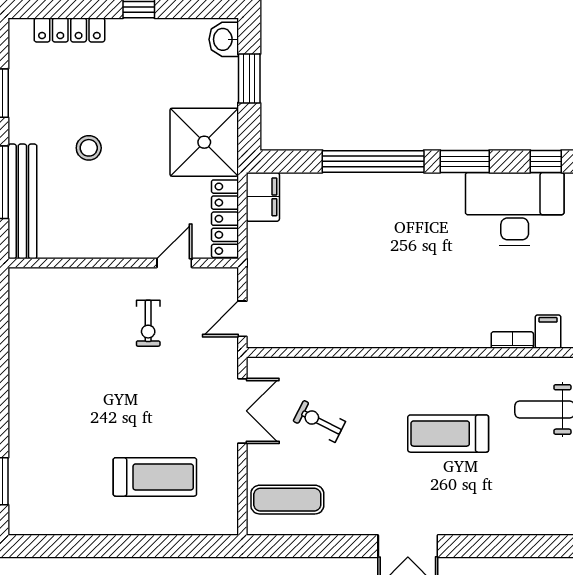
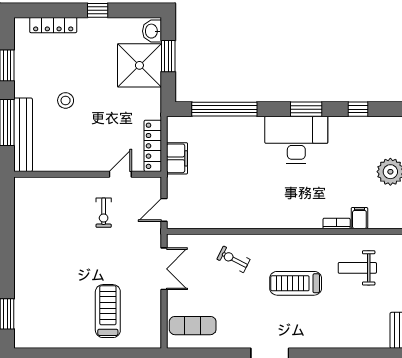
shower: (204, 142) -> (139, 65), moved
window: (373, 161) -> (224, 109), moved
filing cabinet: (263, 197) -> (177, 158), moved
desk: (515, 209) -> (296, 140), moved
exercise bike: (319, 421) -> (233, 259), moved
treadmill: (155, 477) -> (108, 311), turned -90

